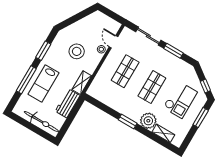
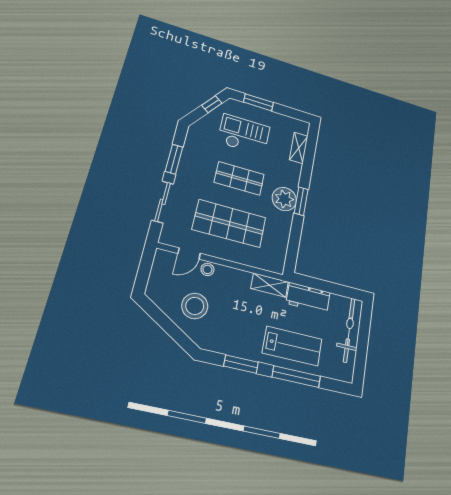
stool: (77, 51) -> (195, 306), moved
shop shelf: (125, 71) -> (229, 223), width x1.43, depth x1.36
plant: (148, 121) -> (284, 199), moved

